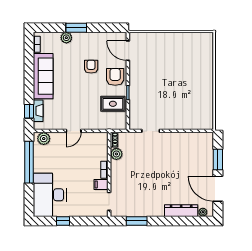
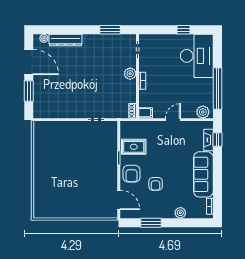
window: (76, 28) -> (151, 223), moved
plant: (116, 154) -> (130, 74), moved
filing cabinet: (101, 184) -> (146, 113), moved

